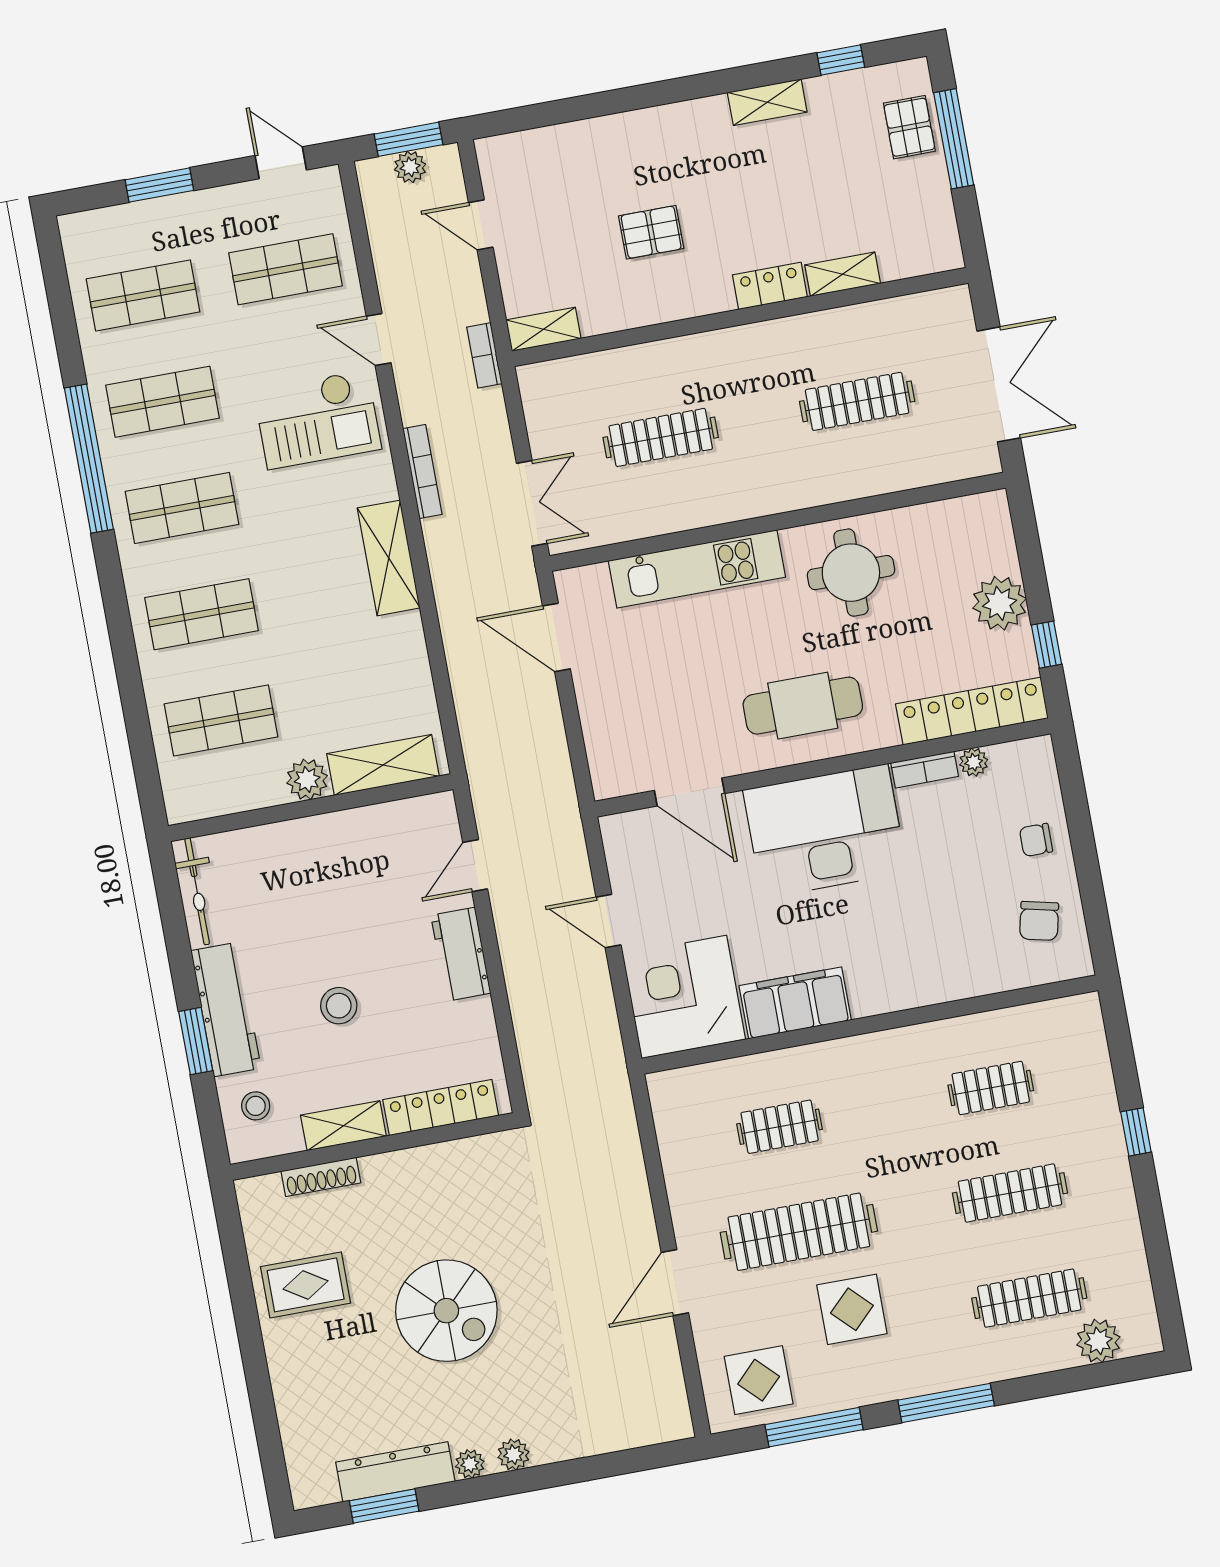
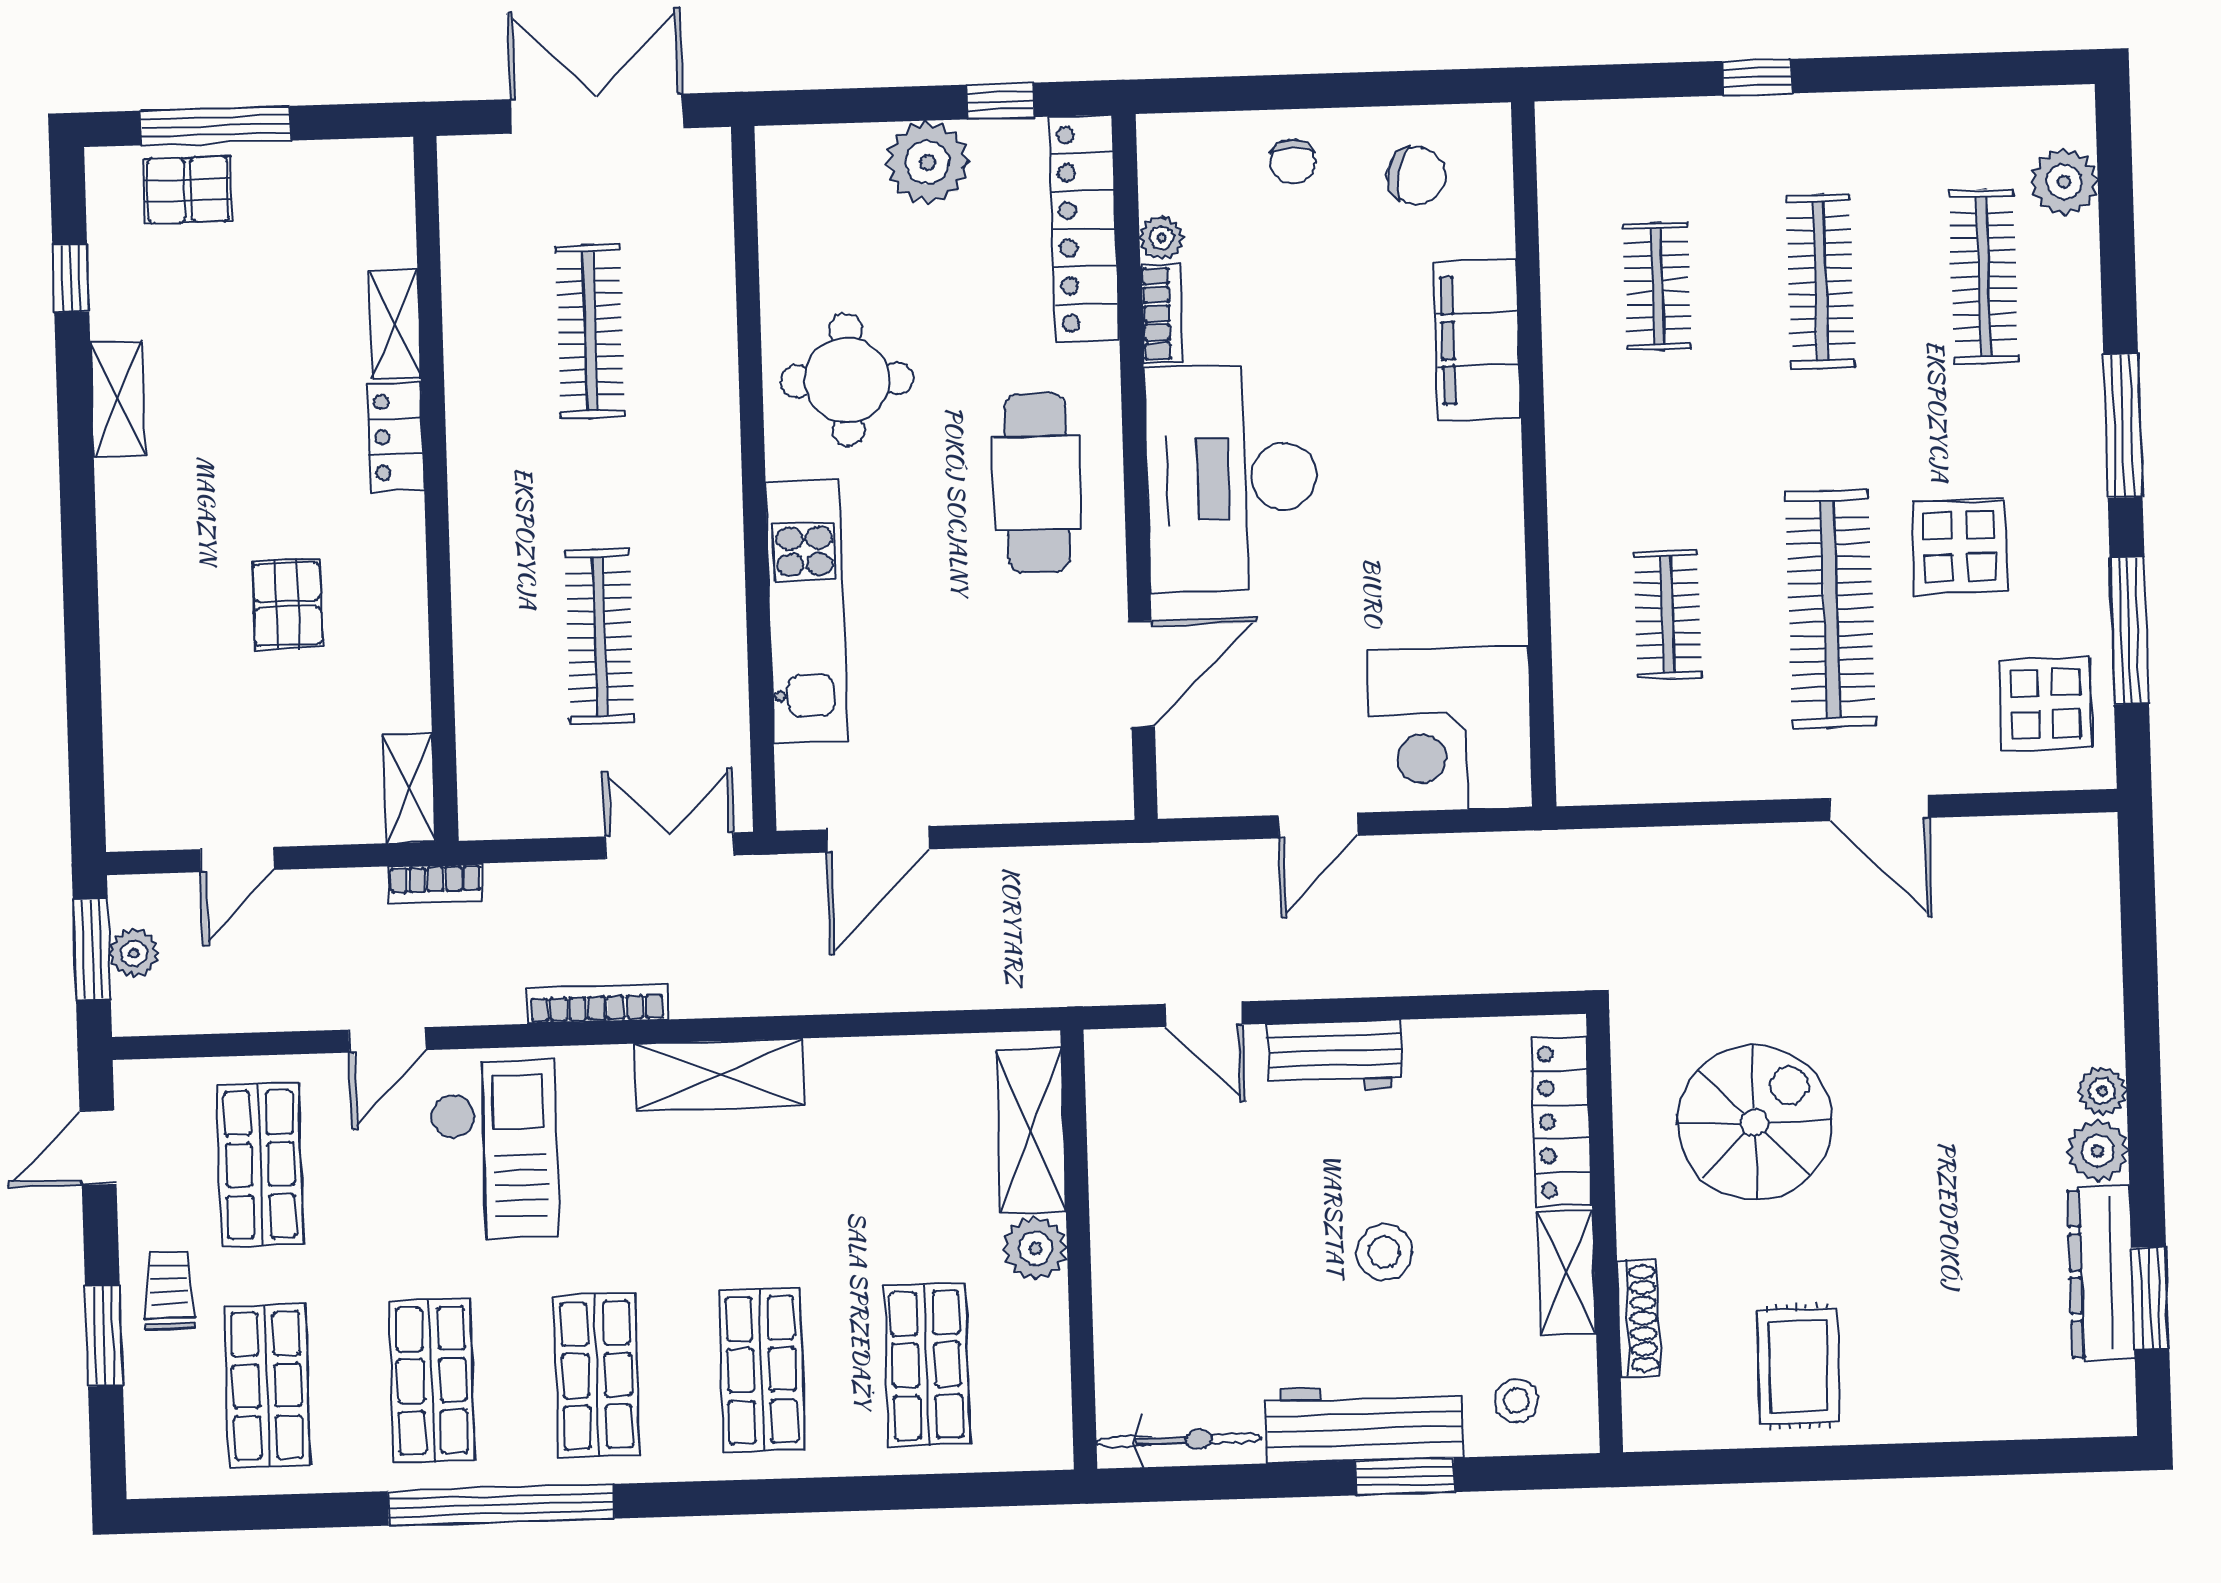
trolley: (195, 223) -> (169, 1291), added
filing cabinet: (795, 1003) -> (1477, 340), moved
spiral stairs: (446, 1311) -> (1755, 1122), moved
plant: (470, 1464) -> (2098, 1151), width x1.38, depth x1.38

